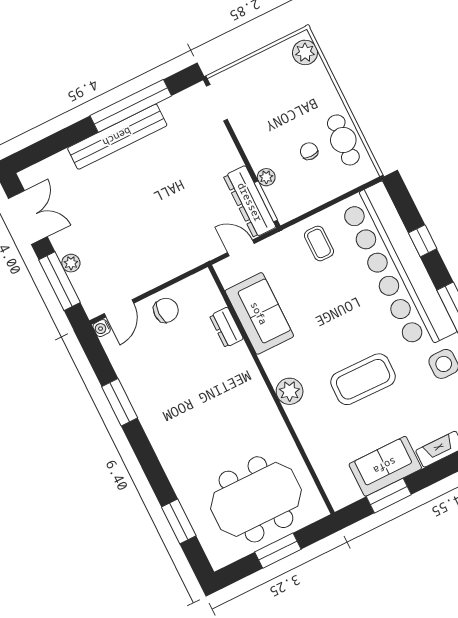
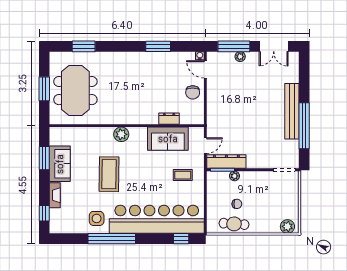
window: (423, 241) -> (181, 239), moved
coffee table: (319, 243) -> (183, 175), moved

